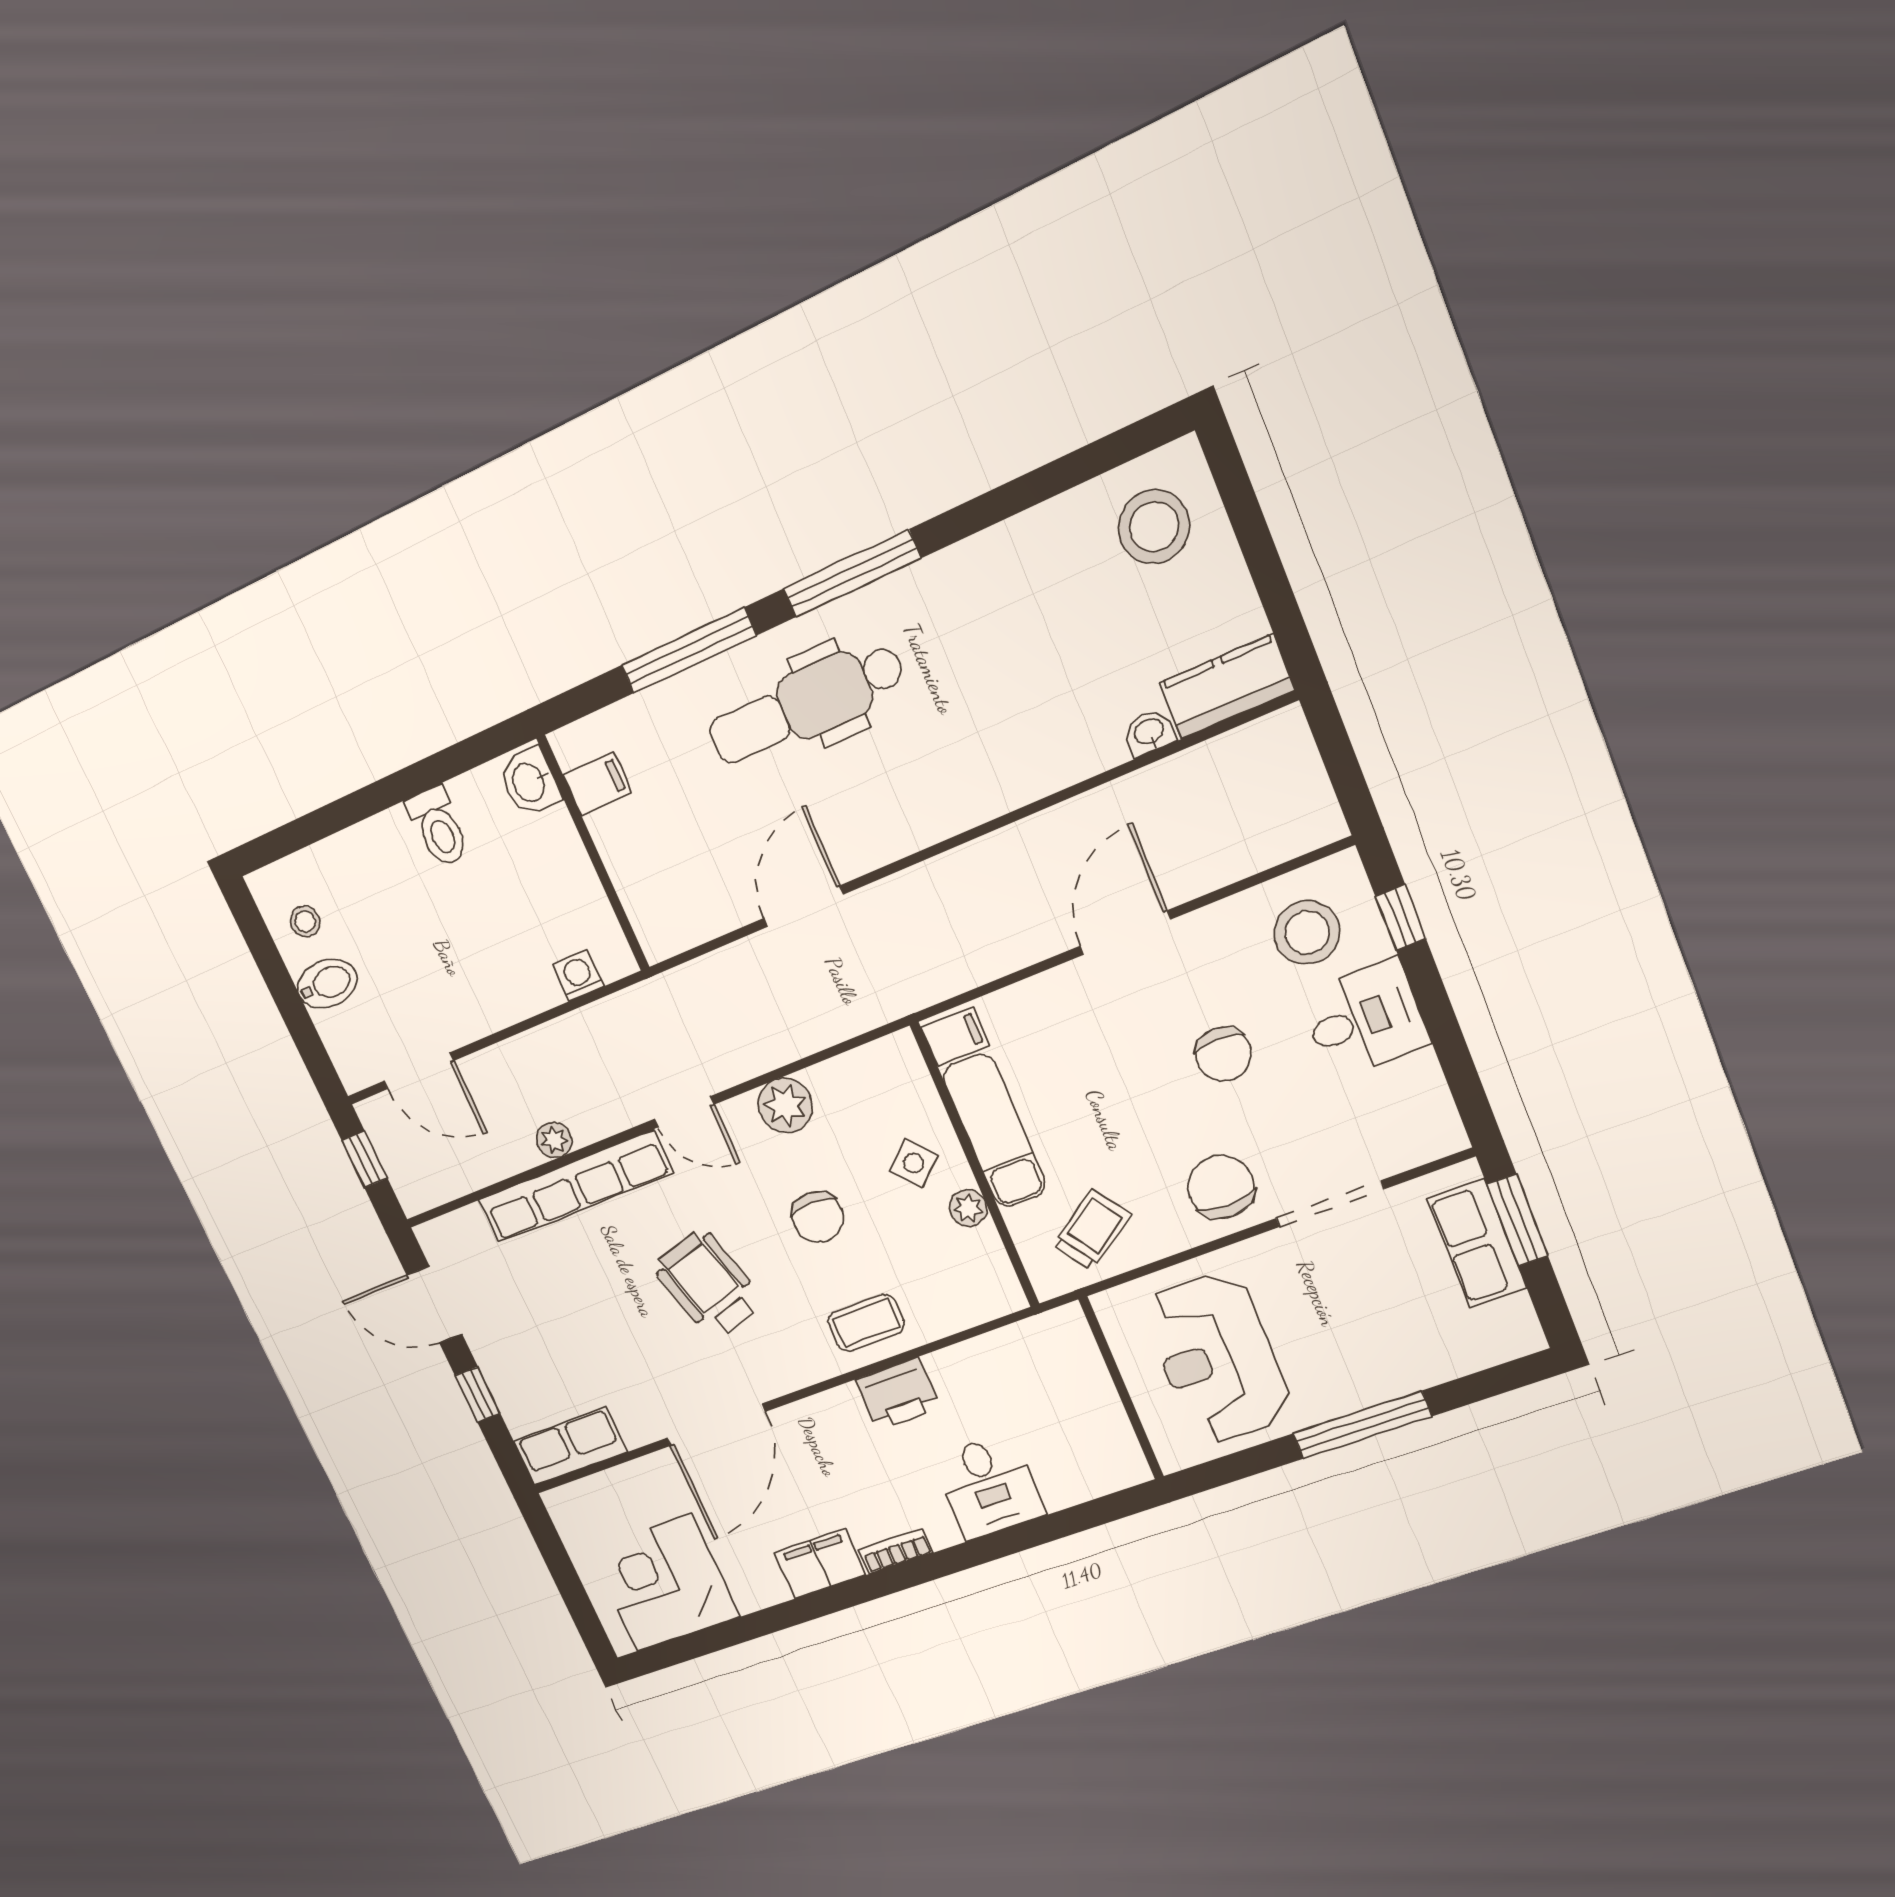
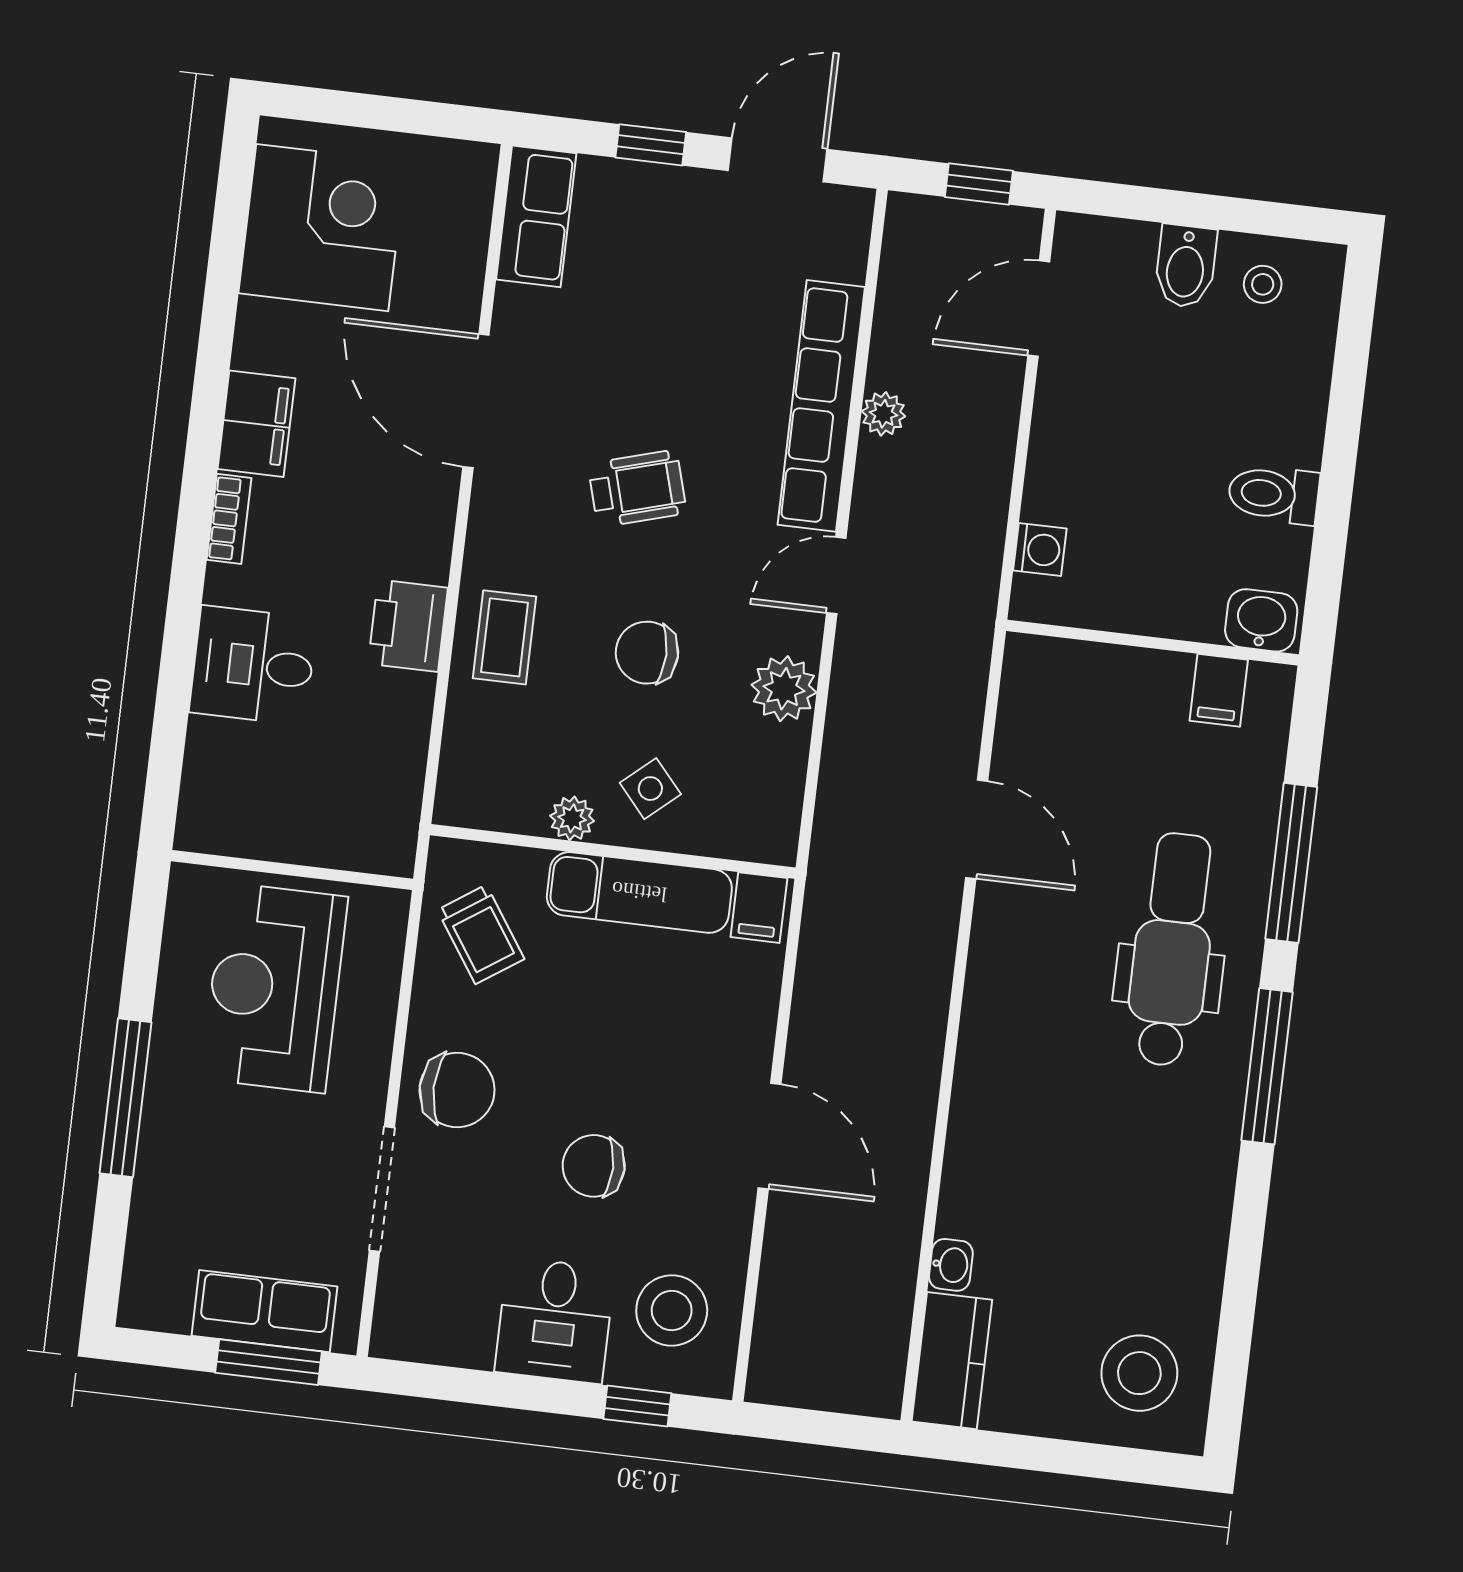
wheelchair: (708, 1284) -> (637, 489), width x0.73, depth x0.73
reception desk: (1217, 1358) -> (274, 988), turned -90

